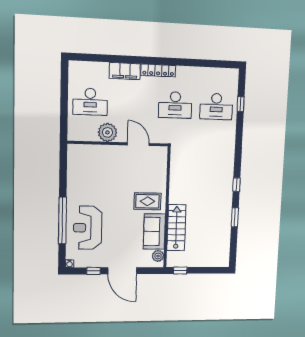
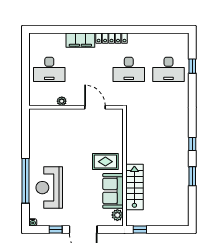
plant: (107, 132) -> (62, 101), width x0.53, depth x0.53

